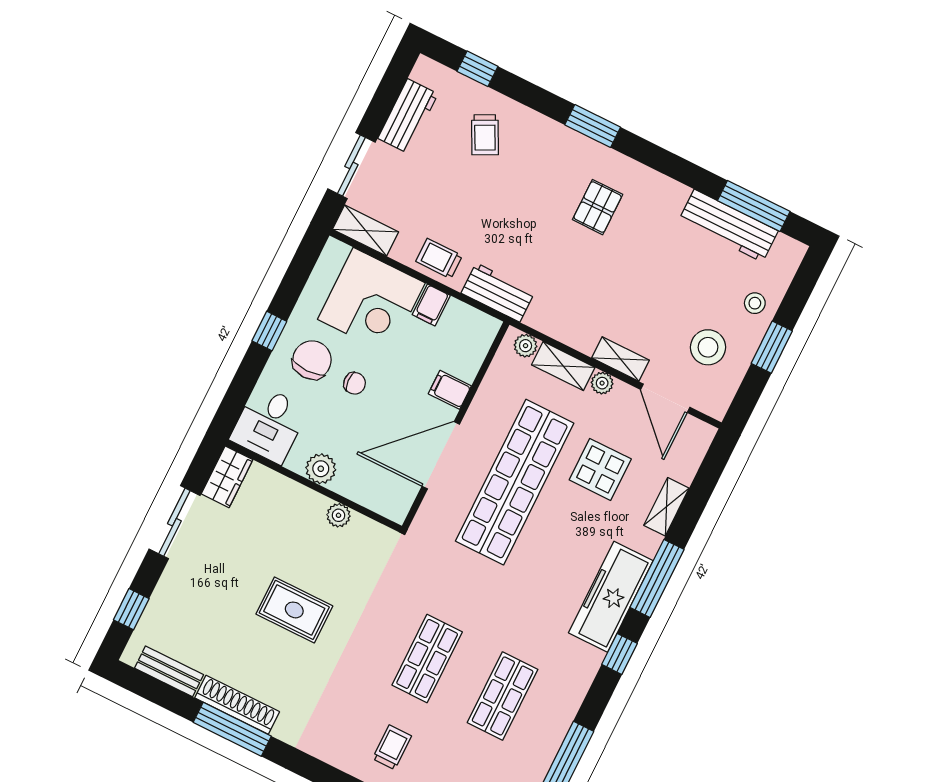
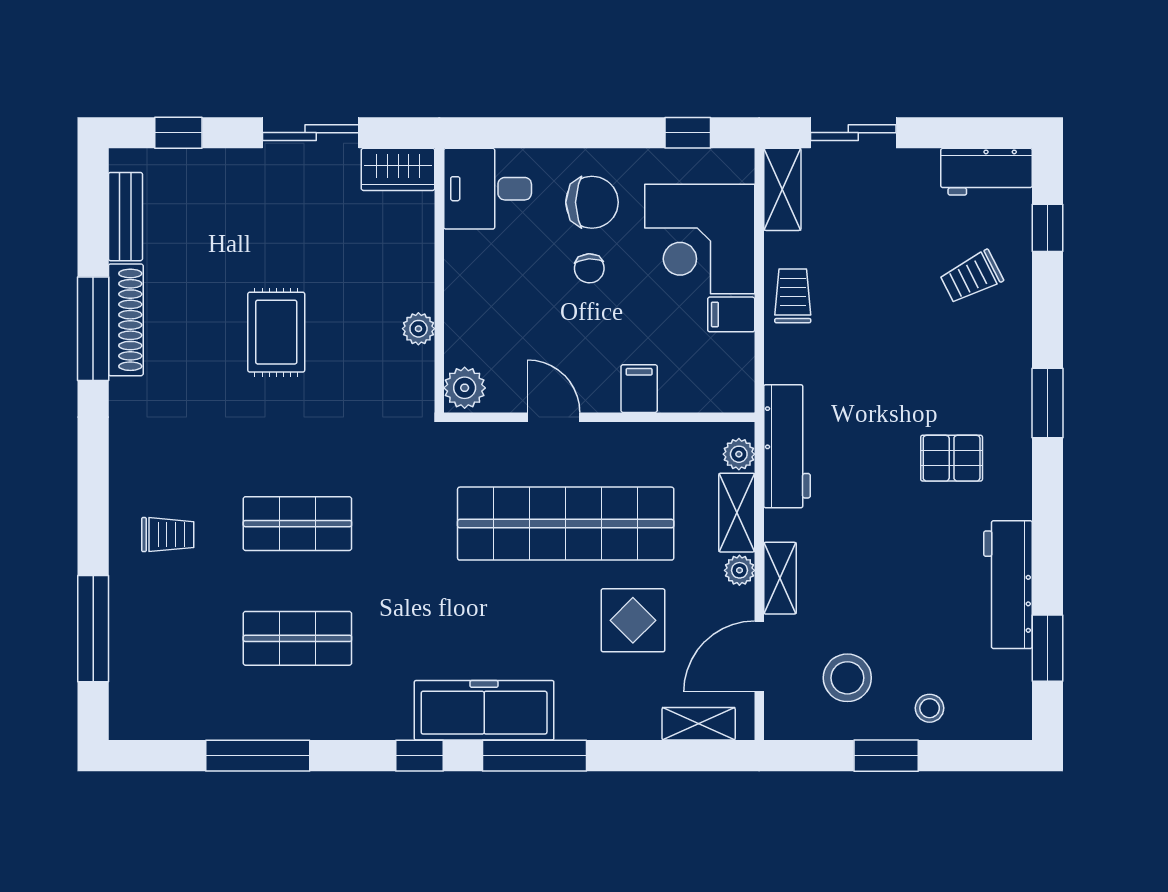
workbench: (408, 116) -> (986, 172), moved
window: (754, 206) -> (1047, 648), width x0.69
workbench: (728, 226) -> (1008, 585), moved
workbench: (498, 292) -> (787, 446), moved, width x1.38
window: (269, 331) -> (688, 133), moved
door: (441, 455) -> (554, 417), width x0.53
plant: (321, 469) -> (465, 388), moved
shelving: (666, 507) -> (699, 724), moved

